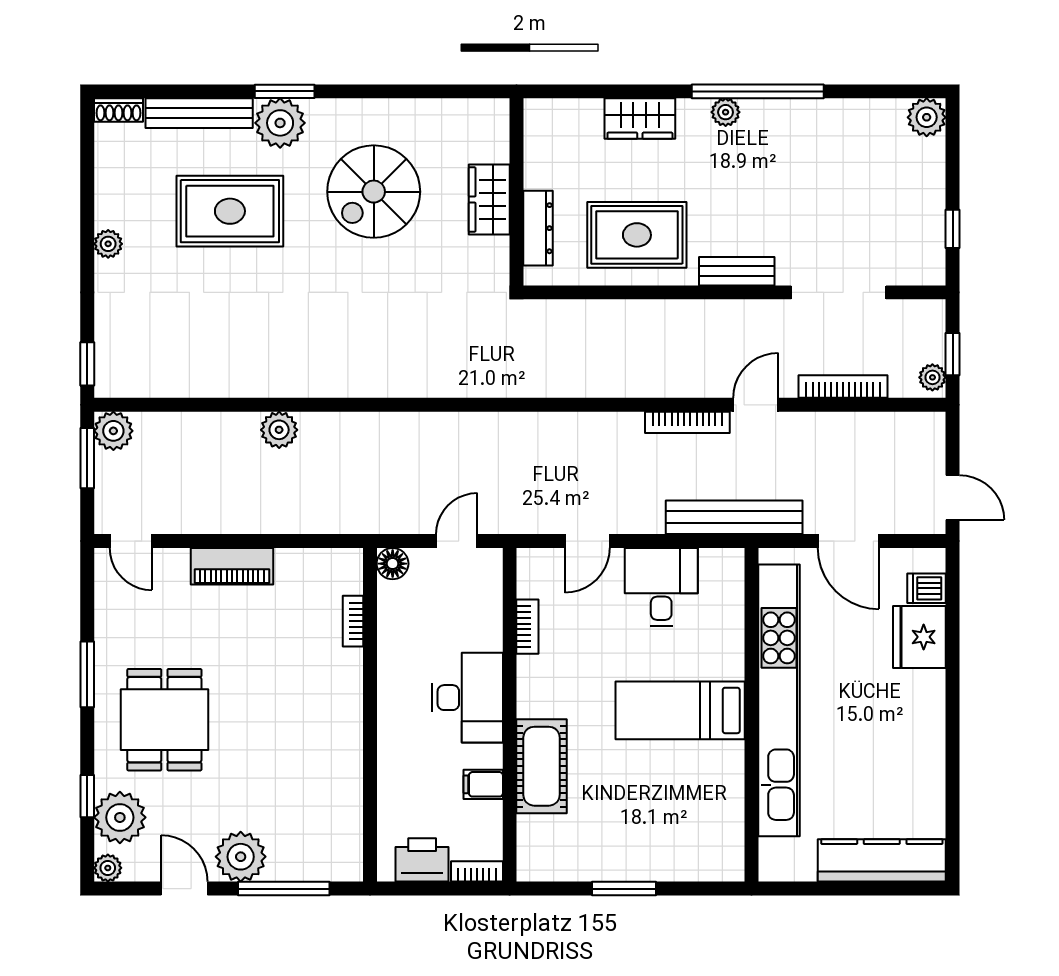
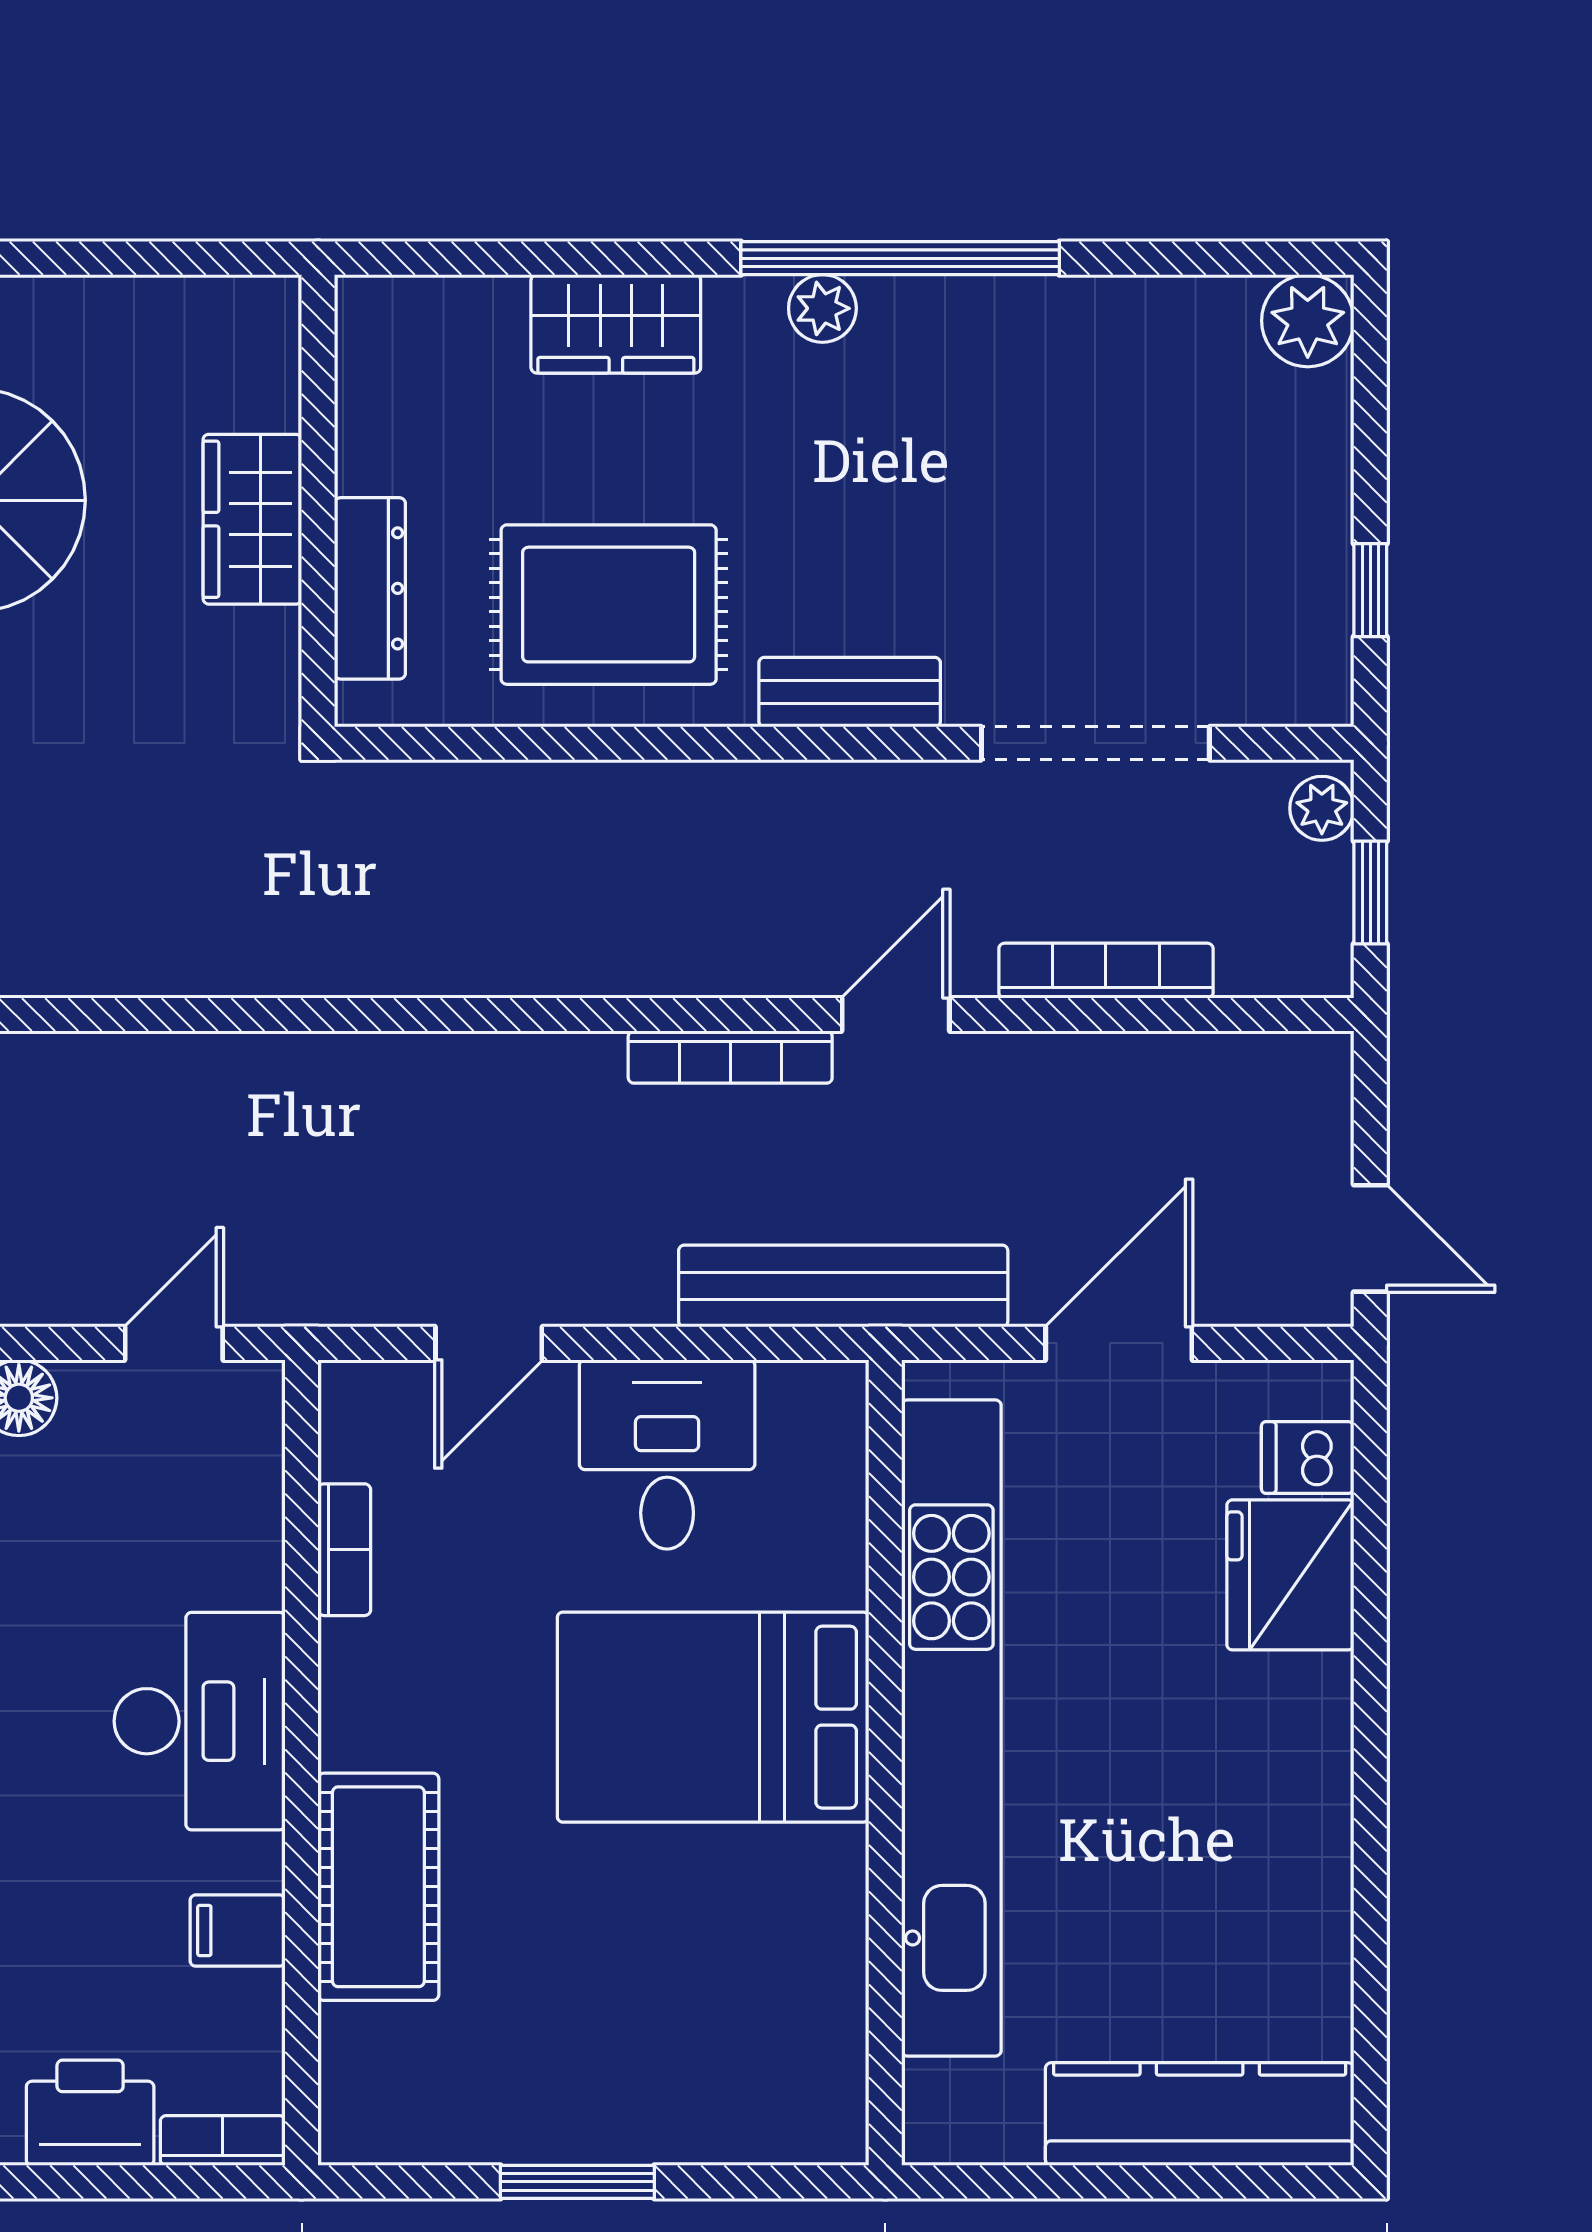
plant: (932, 377) -> (1322, 808), moved
door: (848, 541) -> (1119, 1343), swing flipped
bed: (680, 710) -> (713, 1717), width x1.50

